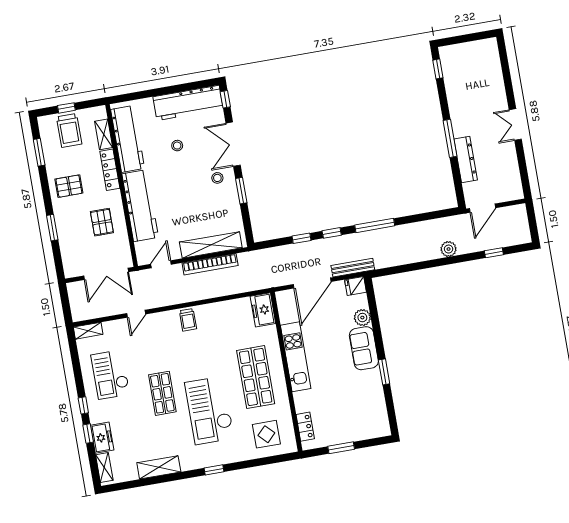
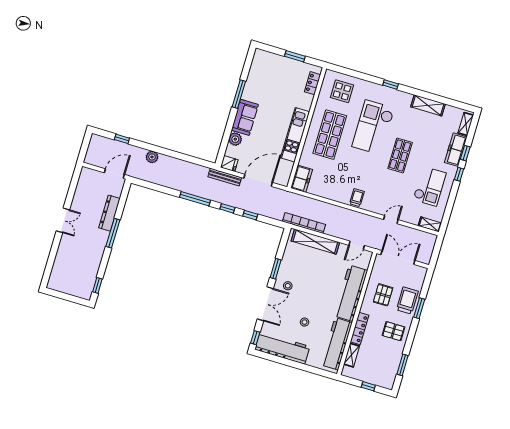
trolley: (69, 130) -> (407, 300), moved
bookcase: (210, 264) -> (304, 223), moved
window: (384, 372) -> (239, 94), width x1.44
checkout: (210, 410) -> (373, 127), turned 180
freezer: (102, 438) -> (456, 150), width x1.40

